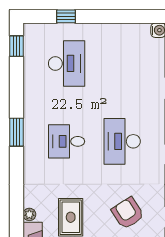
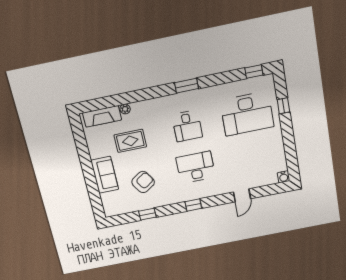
desk: (67, 63) -> (247, 114), width x1.36, depth x1.30
desk: (67, 141) -> (187, 126), turned 180

